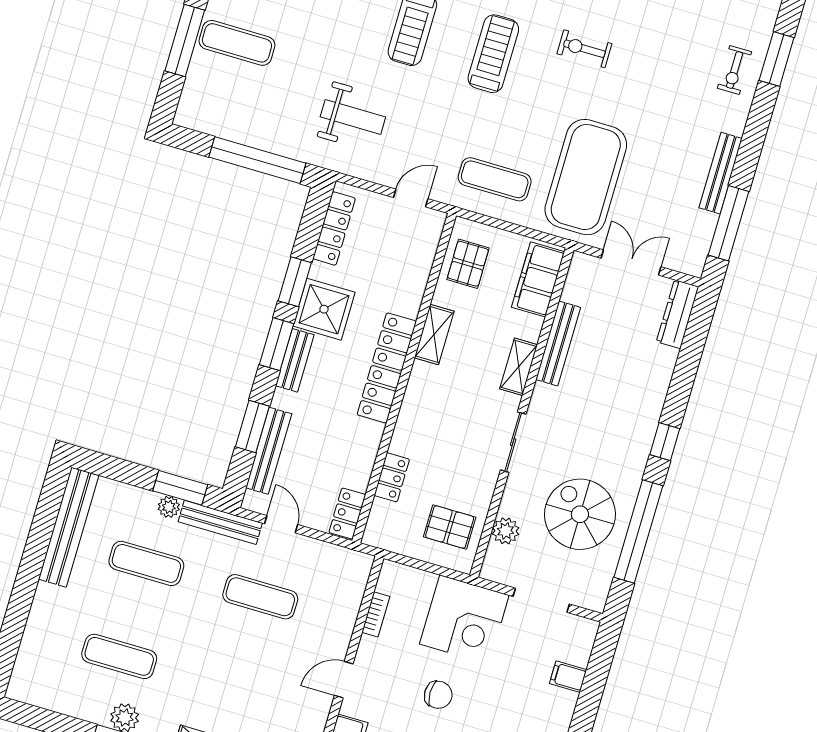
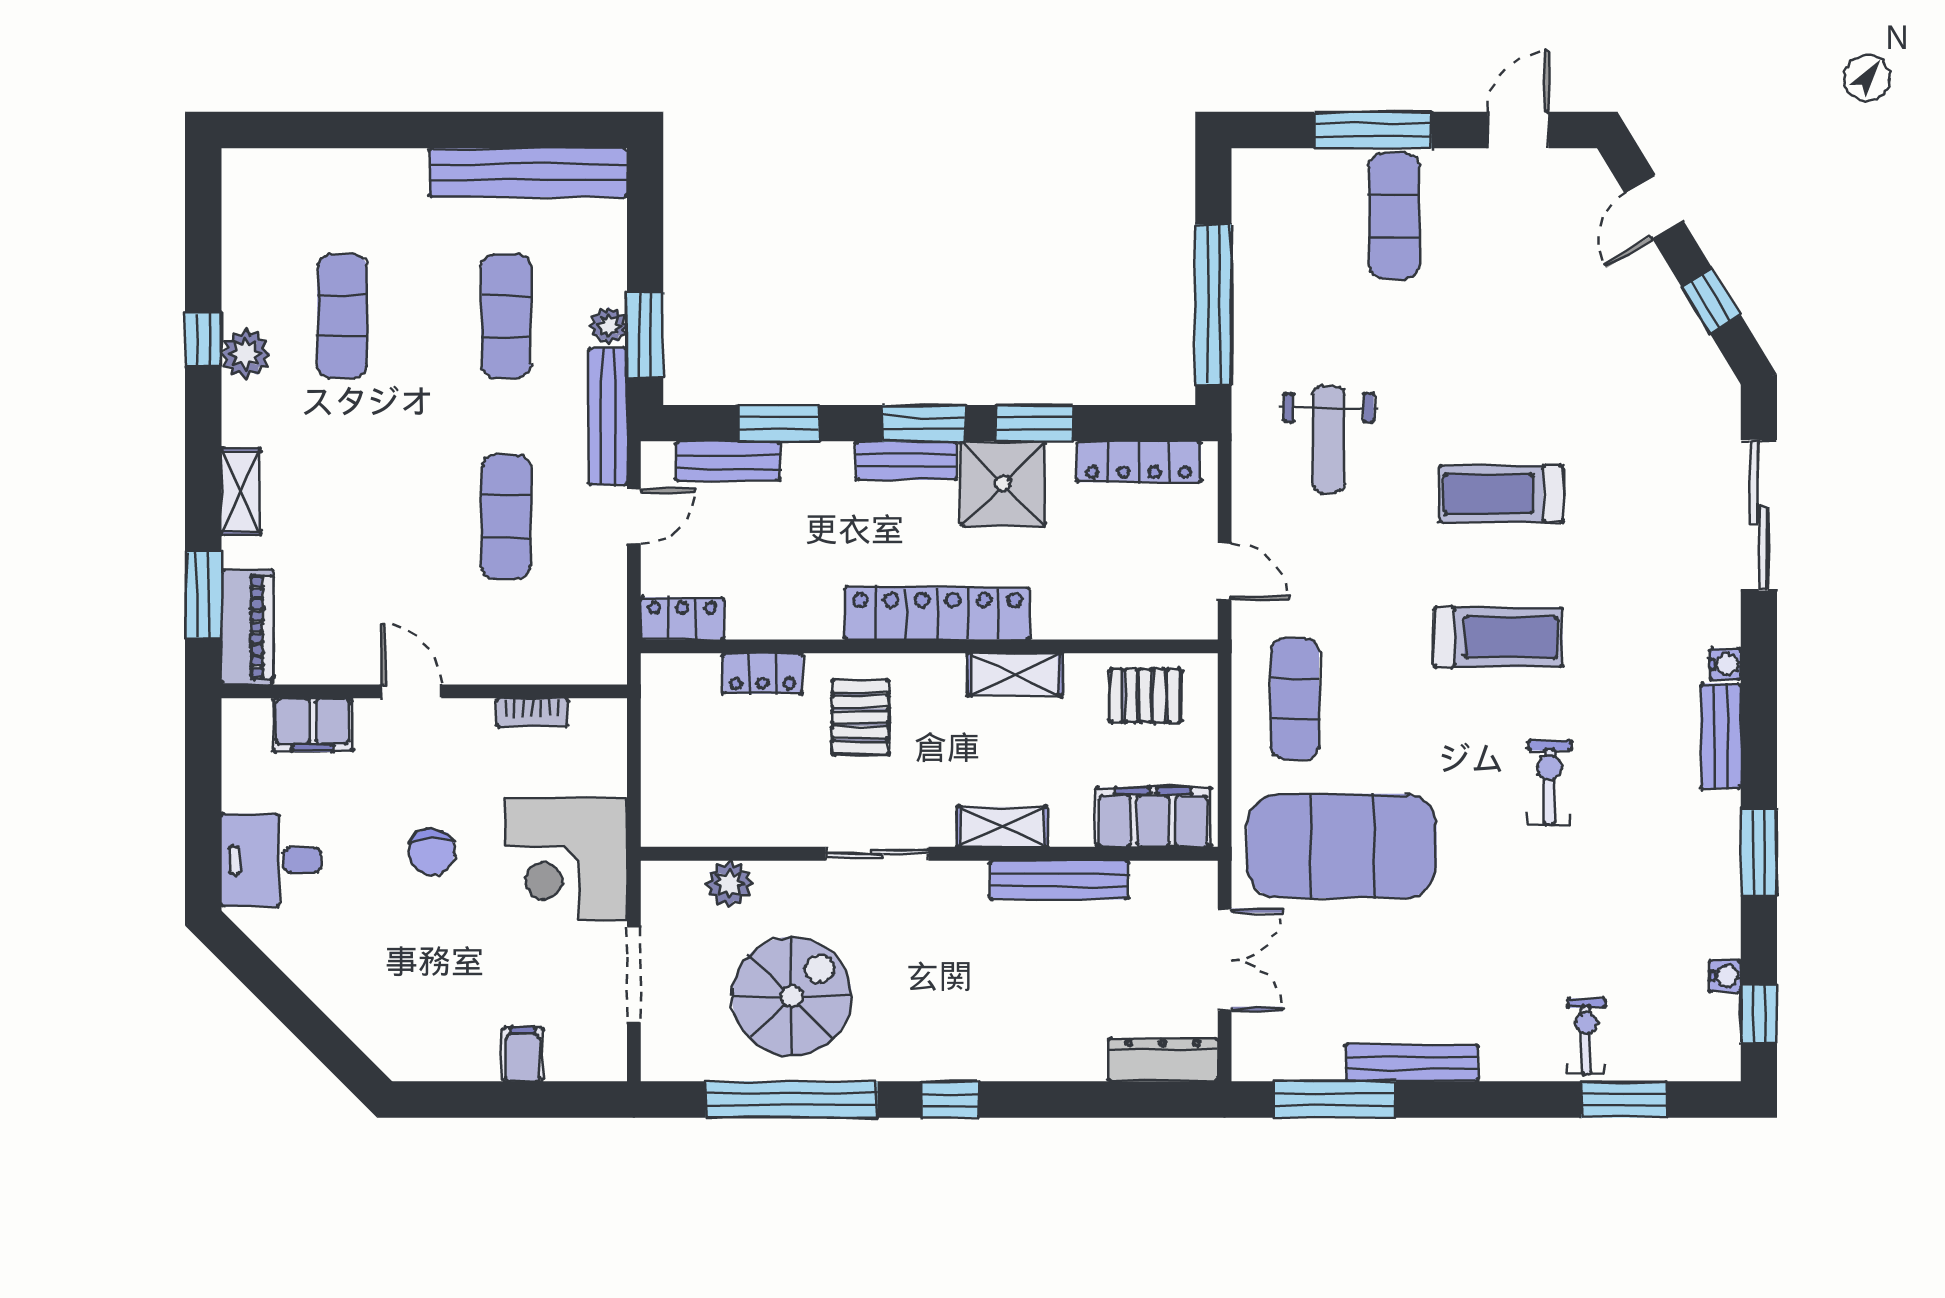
exercise bike: (735, 70) -> (1586, 1036), turned 90
bench: (269, 451) -> (728, 461), width x0.73
pallet: (450, 527) -> (860, 717), moved

